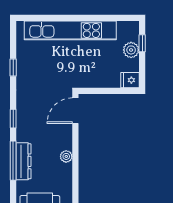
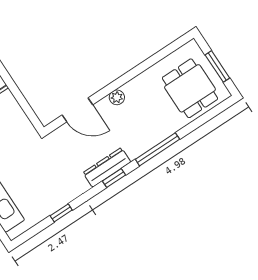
door: (75, 111) -> (77, 110), moved
dresser: (23, 161) -> (107, 167), moved

